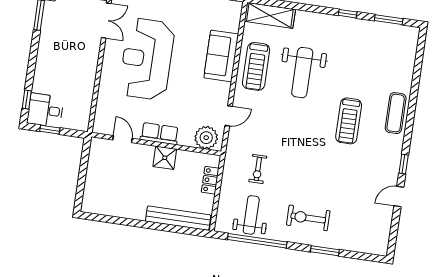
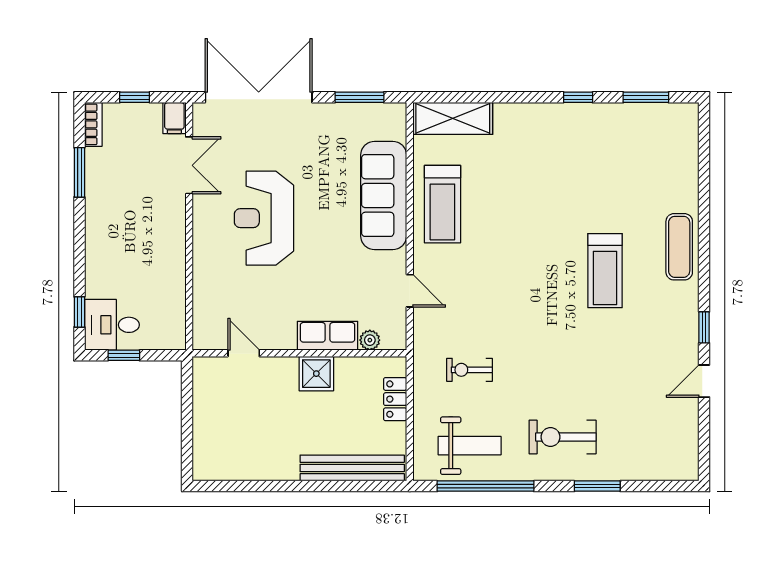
sofa: (221, 56) -> (384, 195), width x1.36
reception desk: (147, 59) -> (264, 218), width x0.74, depth x0.77
weight bench: (302, 73) -> (519, 203), removed
door: (229, 116) -> (410, 291), hinge flipped
row of seats: (160, 134) -> (328, 336), moved
plant: (206, 138) -> (370, 340), width x0.53, depth x0.53
exercise bike: (258, 169) -> (470, 370), turned 90
weight bench: (251, 215) -> (470, 446), turned 90

